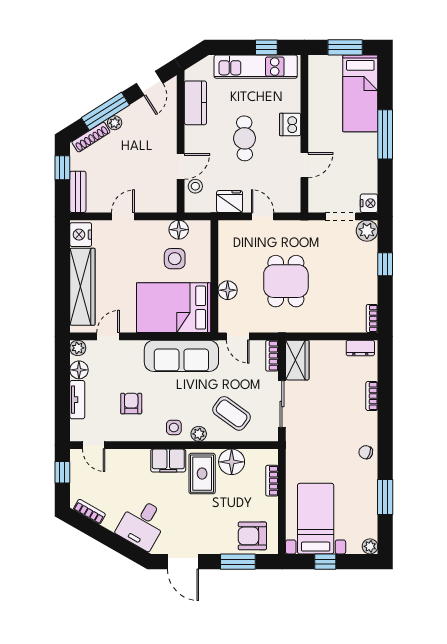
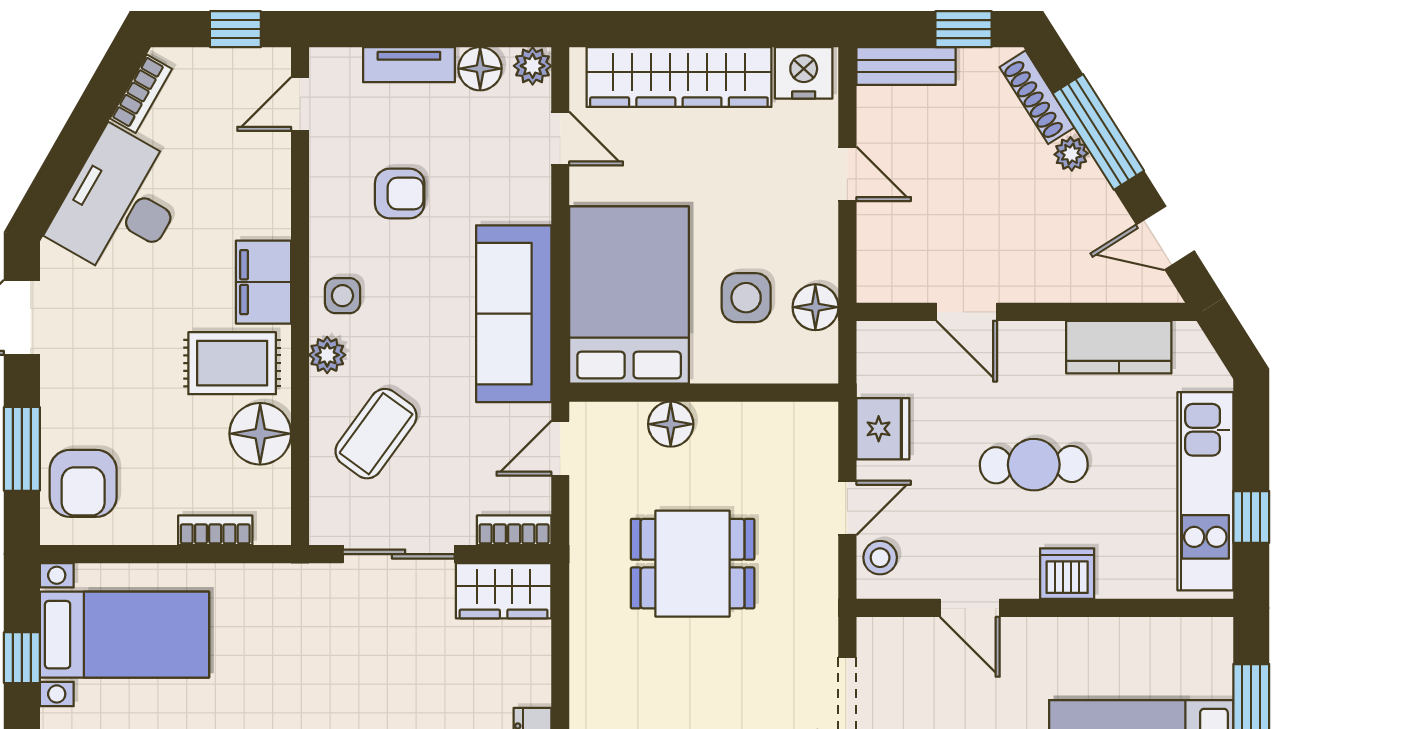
stool: (195, 186) -> (880, 558), moved
desk: (142, 524) -> (120, 204), width x1.37
armchair: (252, 536) -> (83, 483), turned 180

